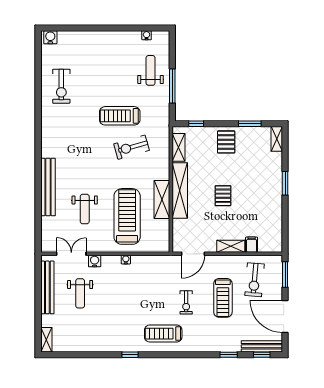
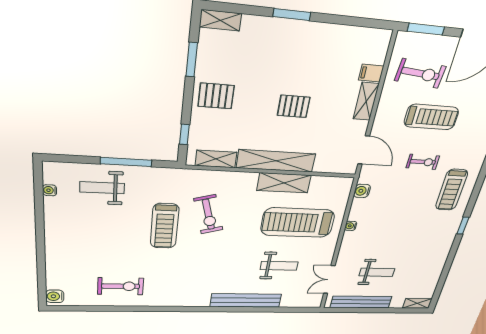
water cooler: (95, 261) -> (362, 191), moved

